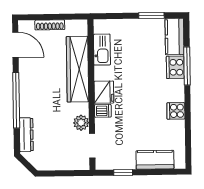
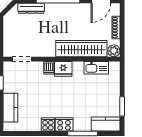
cooker: (175, 67) -> (64, 124), moved
plant: (81, 123) -> (114, 51), moved

